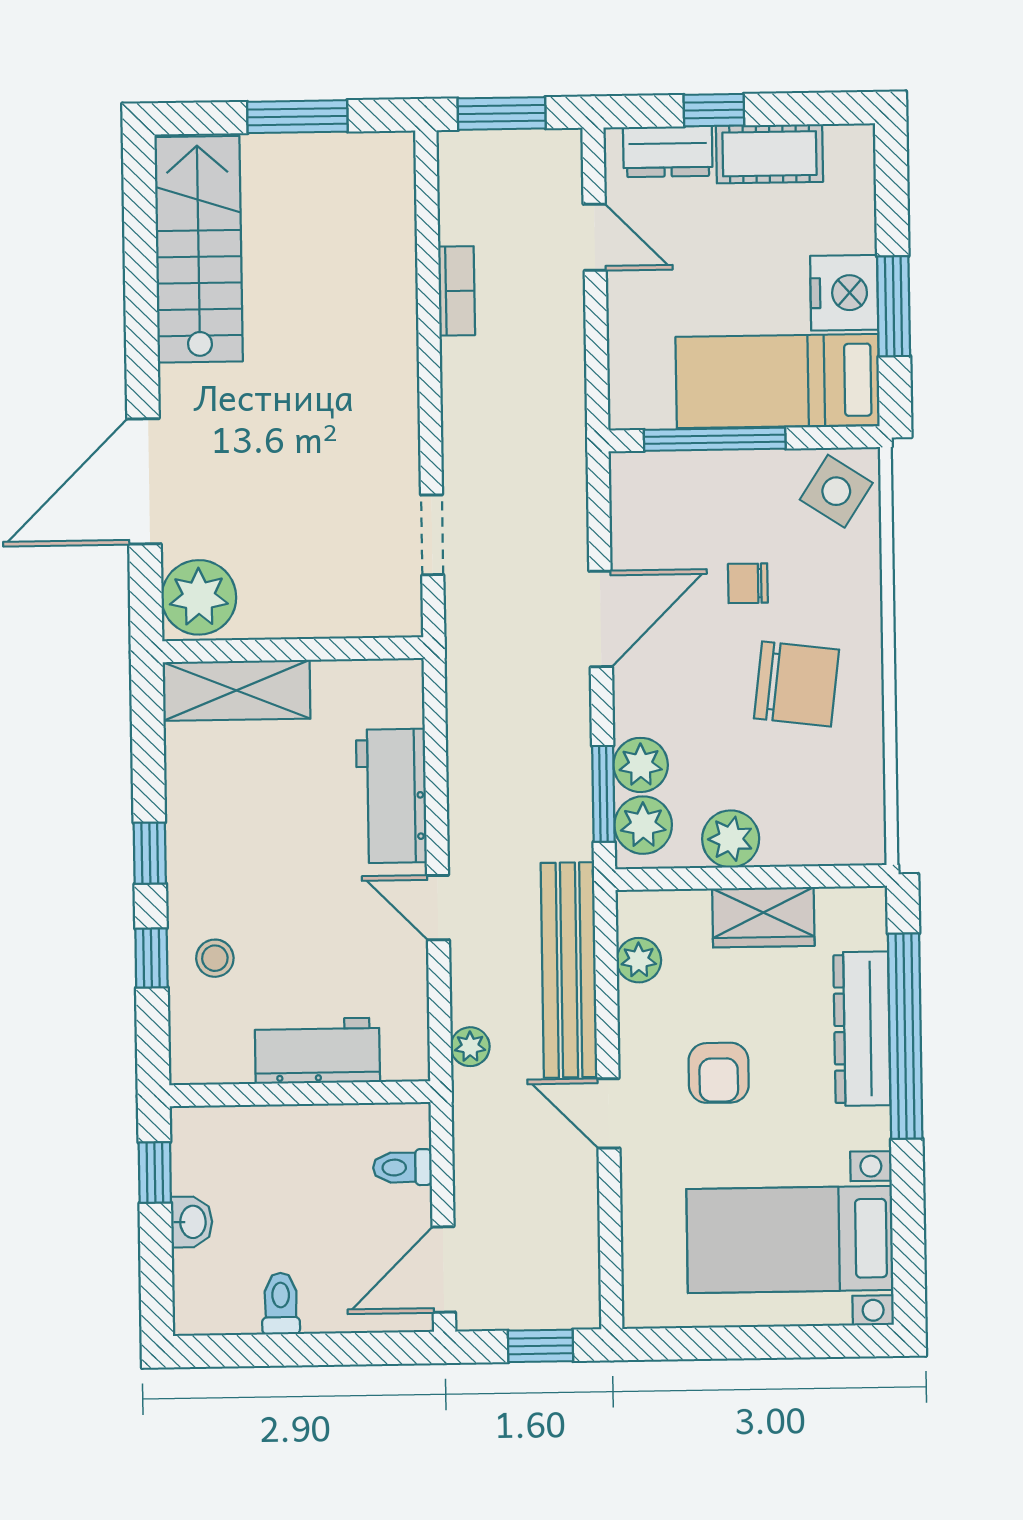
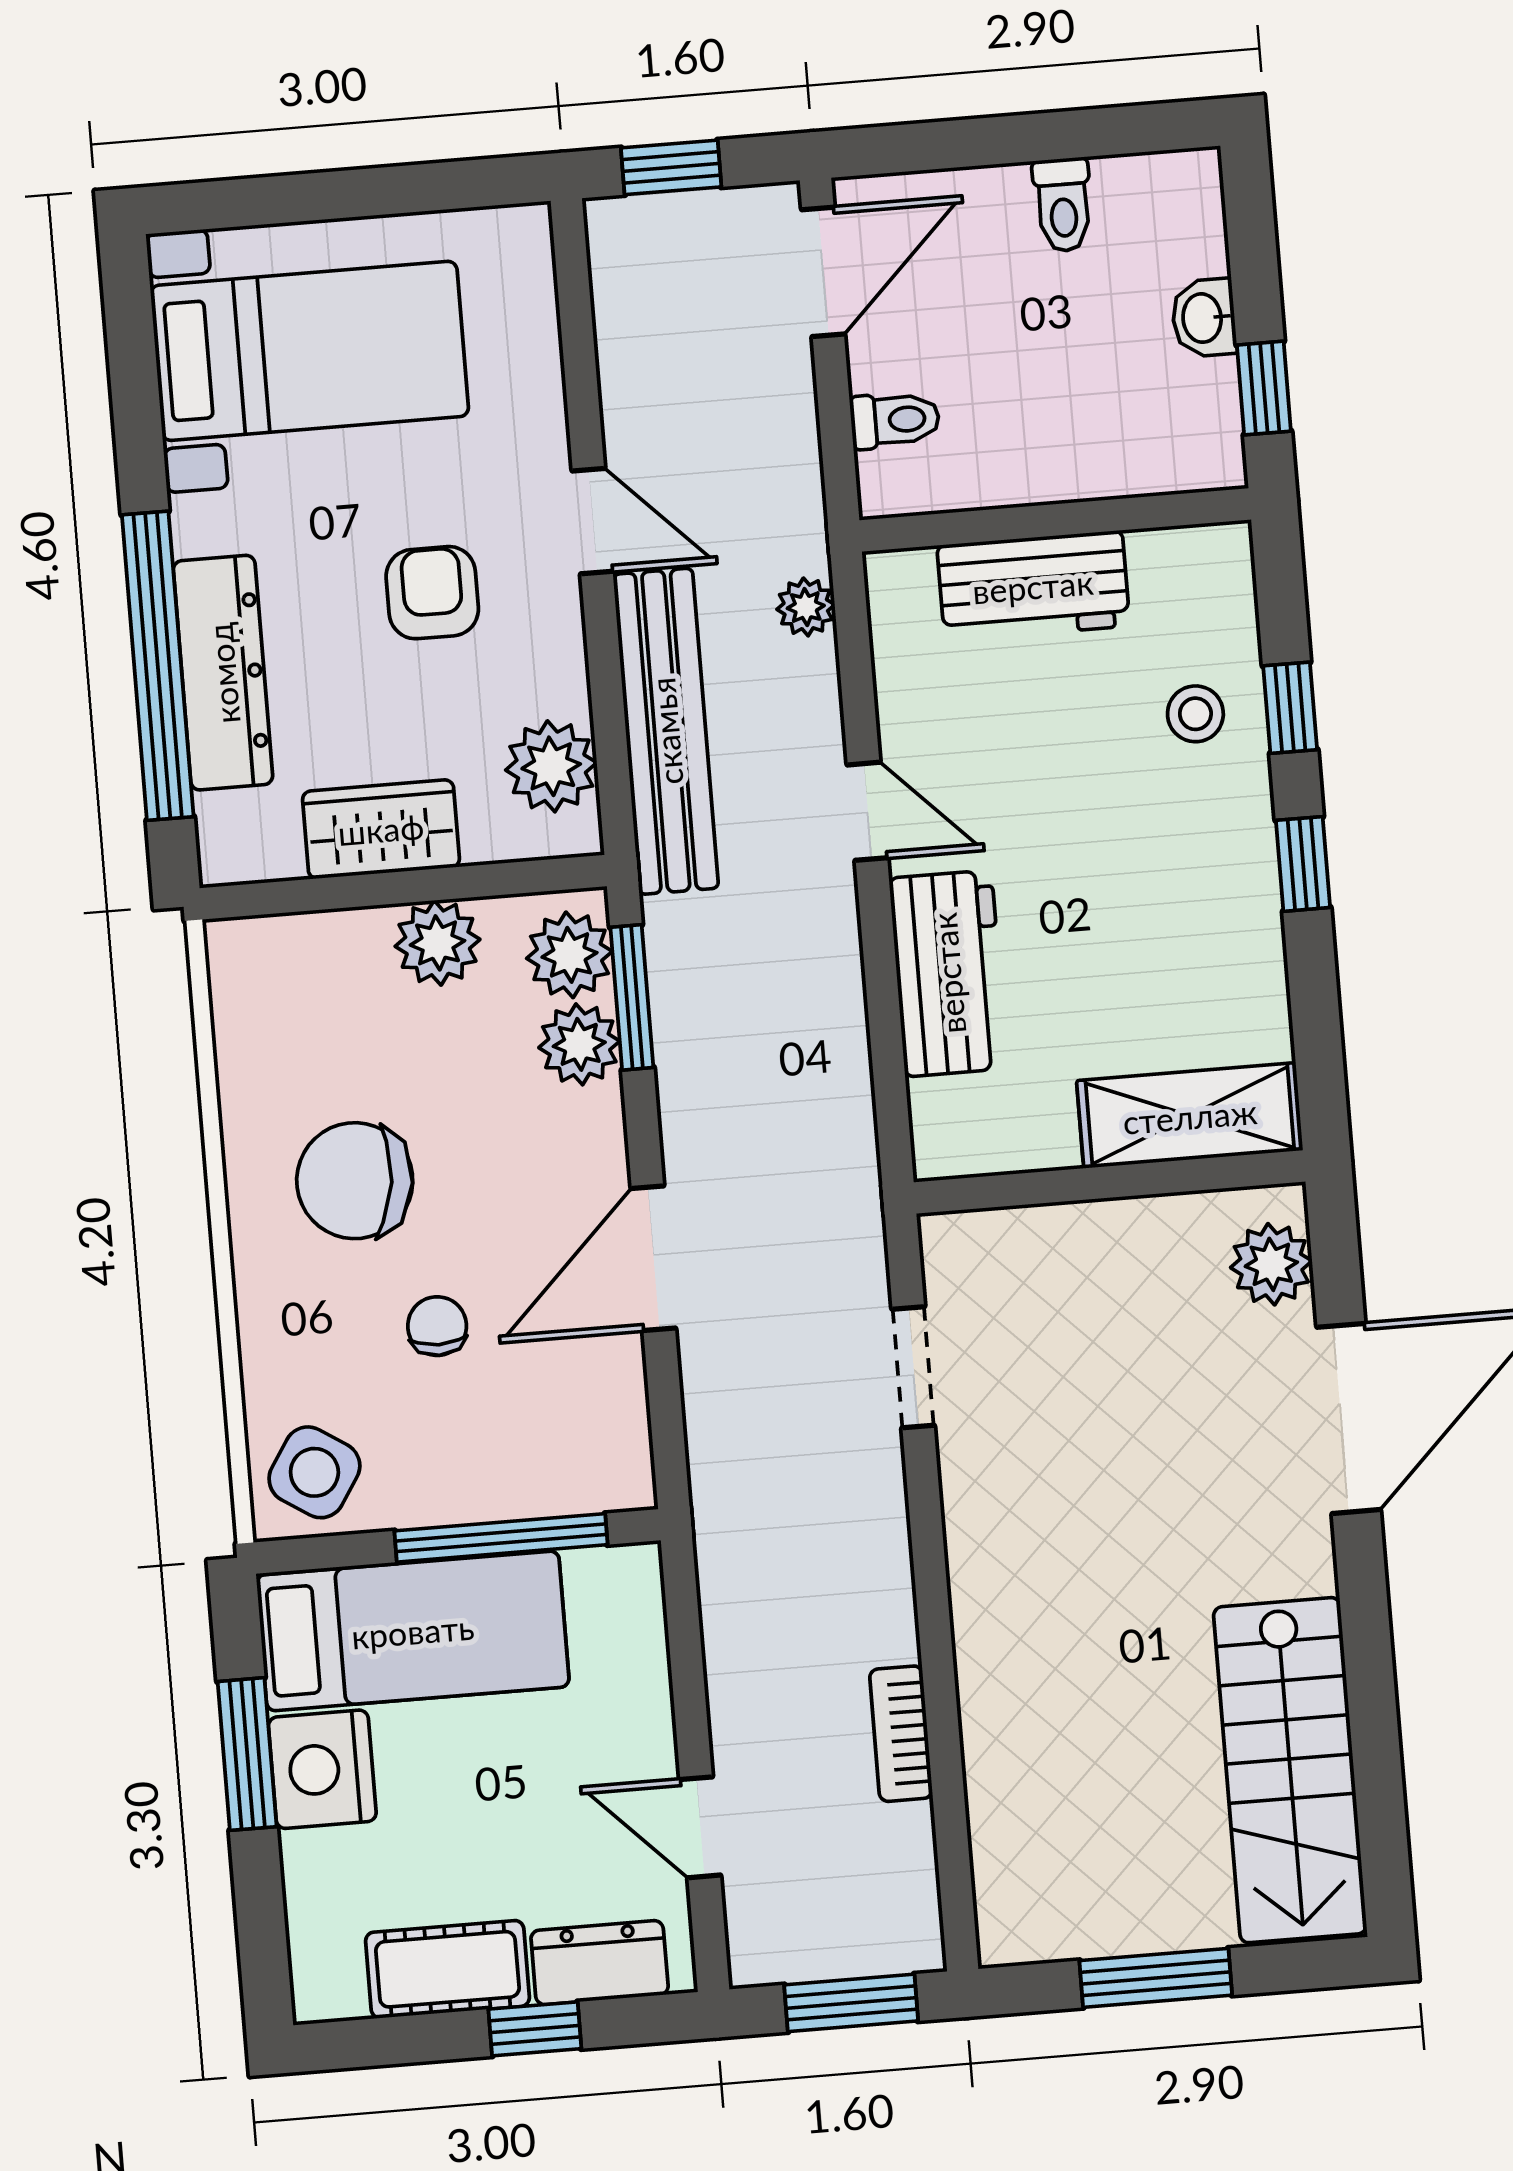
chair: (748, 583) -> (437, 1326), turned -90
plant: (199, 597) -> (1271, 1264), width x0.73, depth x0.73
plant: (639, 960) -> (551, 766), width x1.38, depth x1.38

